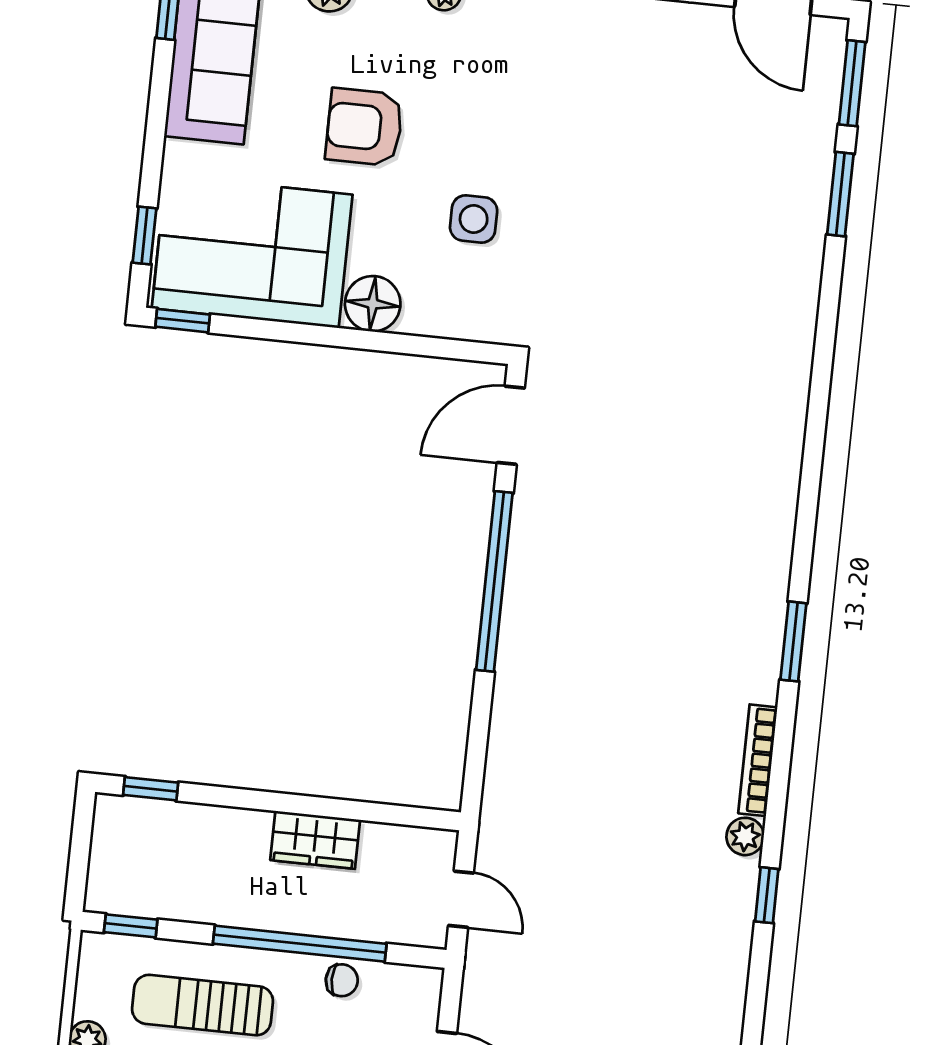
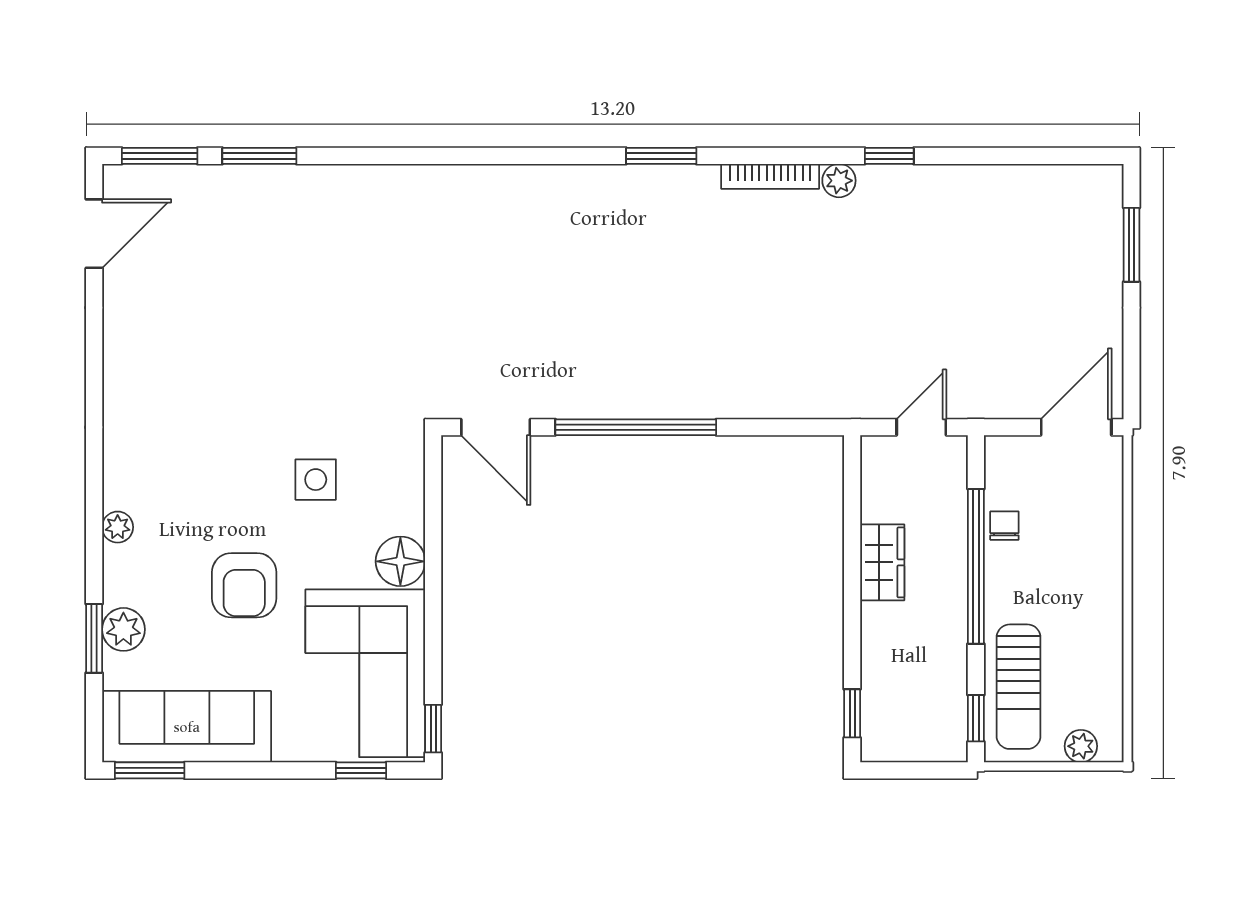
sun lounger: (203, 1005) -> (1019, 687), moved

